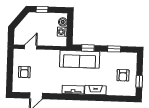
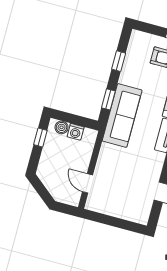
window: (42, 9) -> (40, 138), moved
armchair: (24, 72) -> (122, 201), removed

